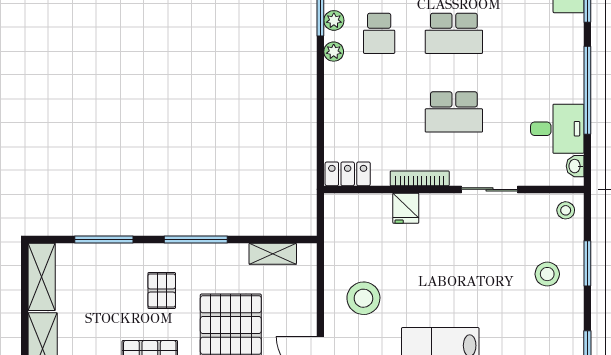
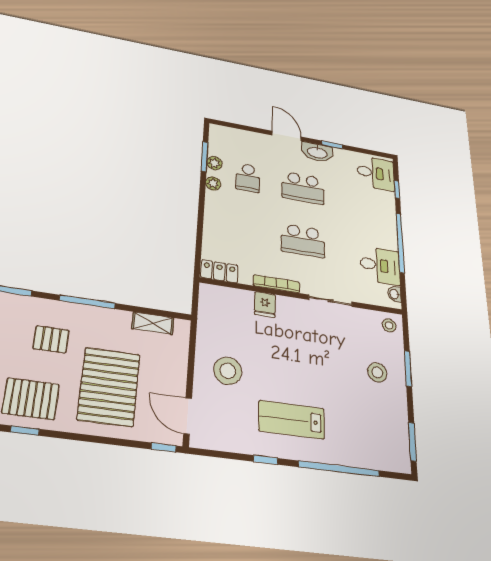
pallet: (162, 291) -> (51, 339), turned 90

